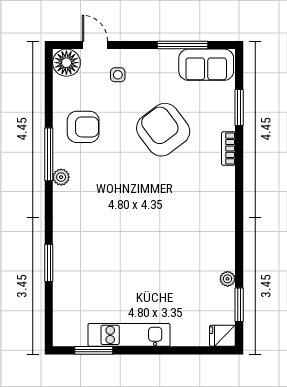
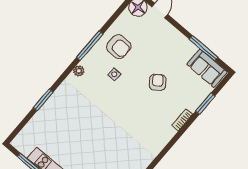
side table: (118, 75) -> (114, 74), moved
armchair: (163, 130) -> (158, 82), width x0.53, depth x0.53
plant: (61, 177) -> (79, 71), moved

